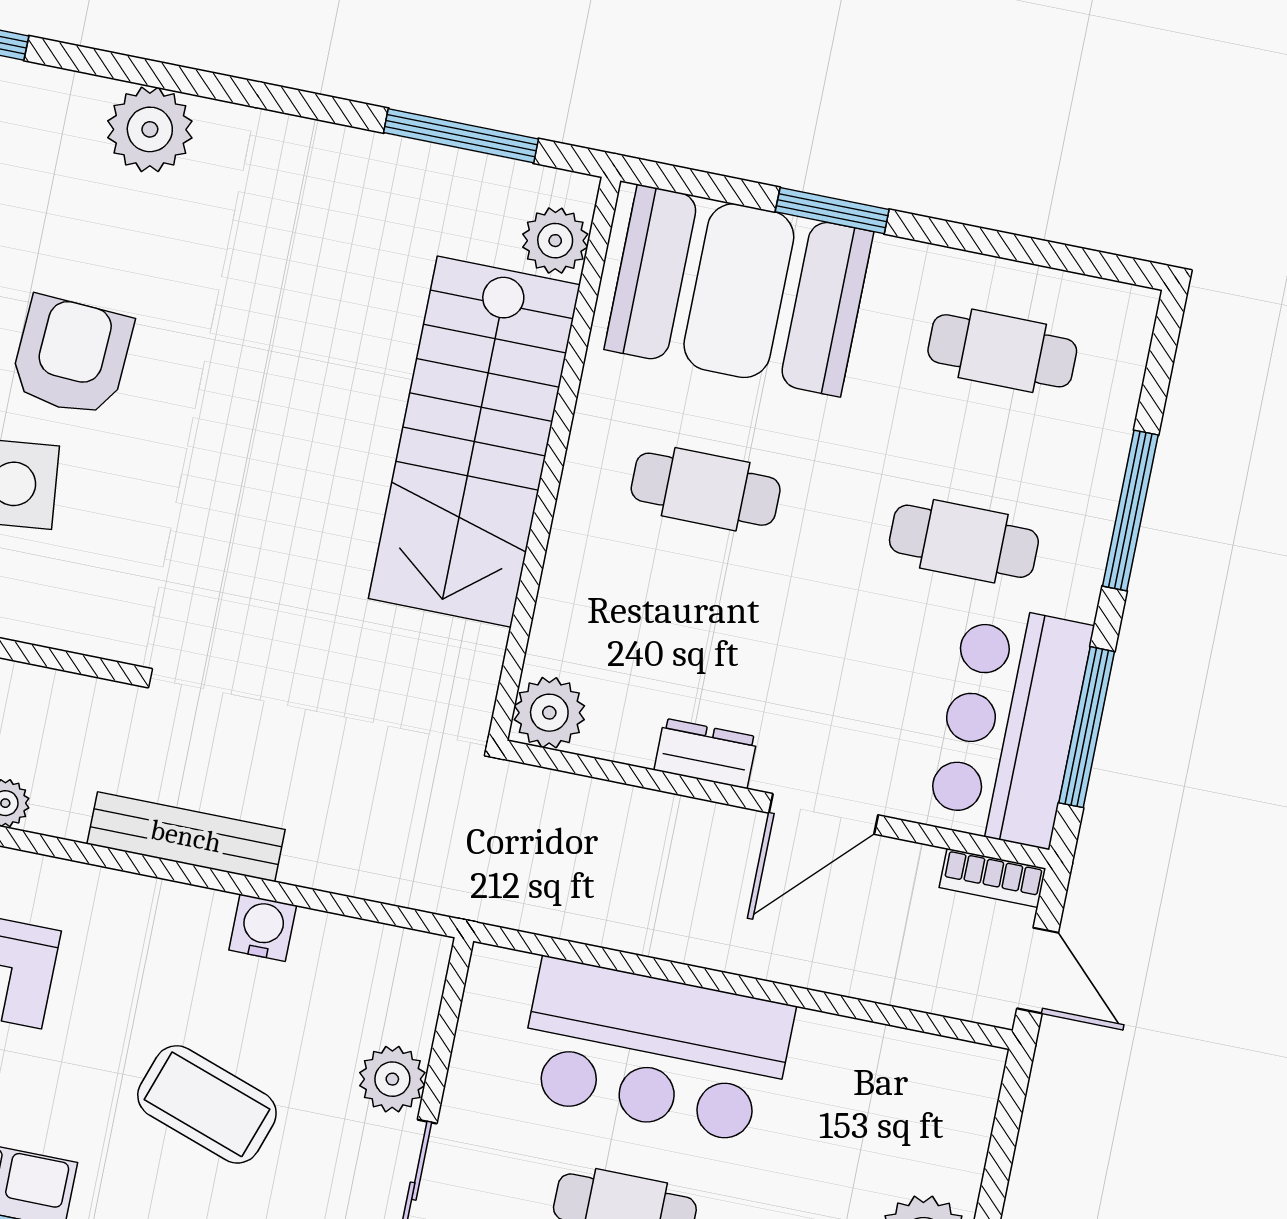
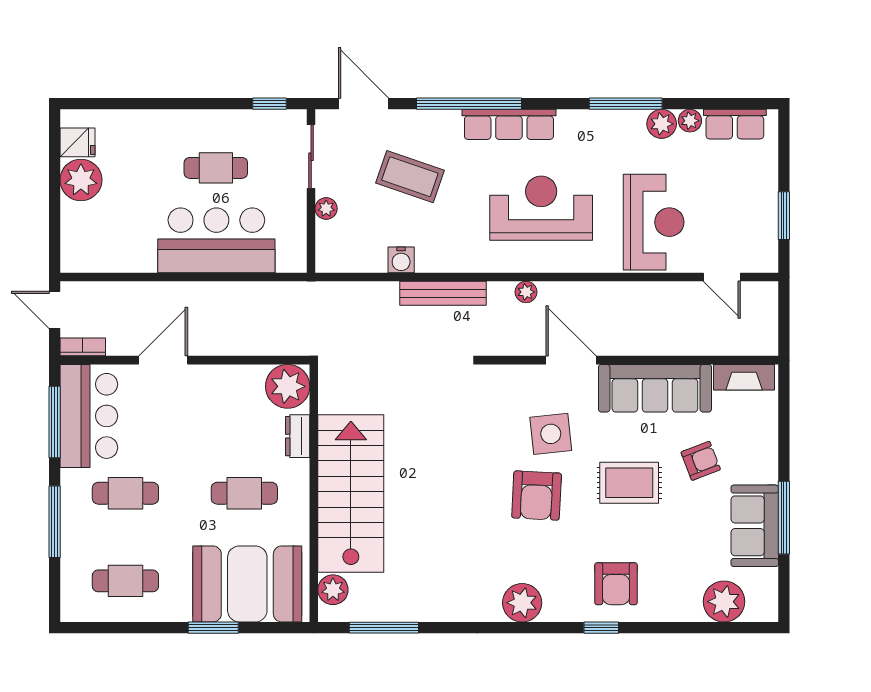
plant: (549, 713) -> (288, 386), width x1.36, depth x1.36
dresser: (706, 753) -> (298, 436), moved, turned 90
plant: (392, 1079) -> (326, 208), width x0.73, depth x0.73

